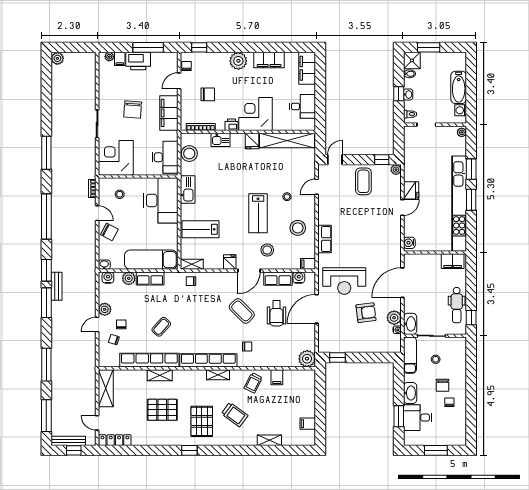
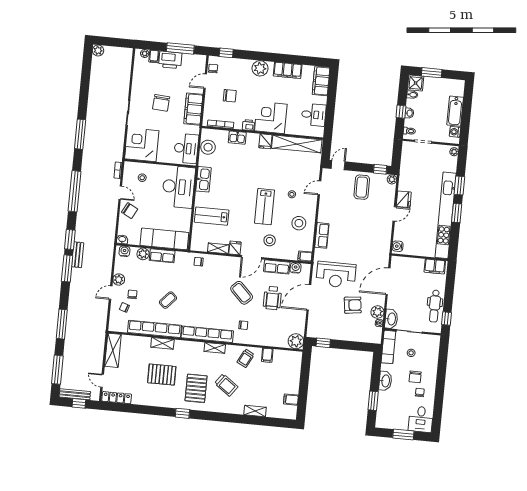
shelving: (192, 264) -> (218, 248), moved
desk: (418, 418) -> (421, 419), moved, turned -90

